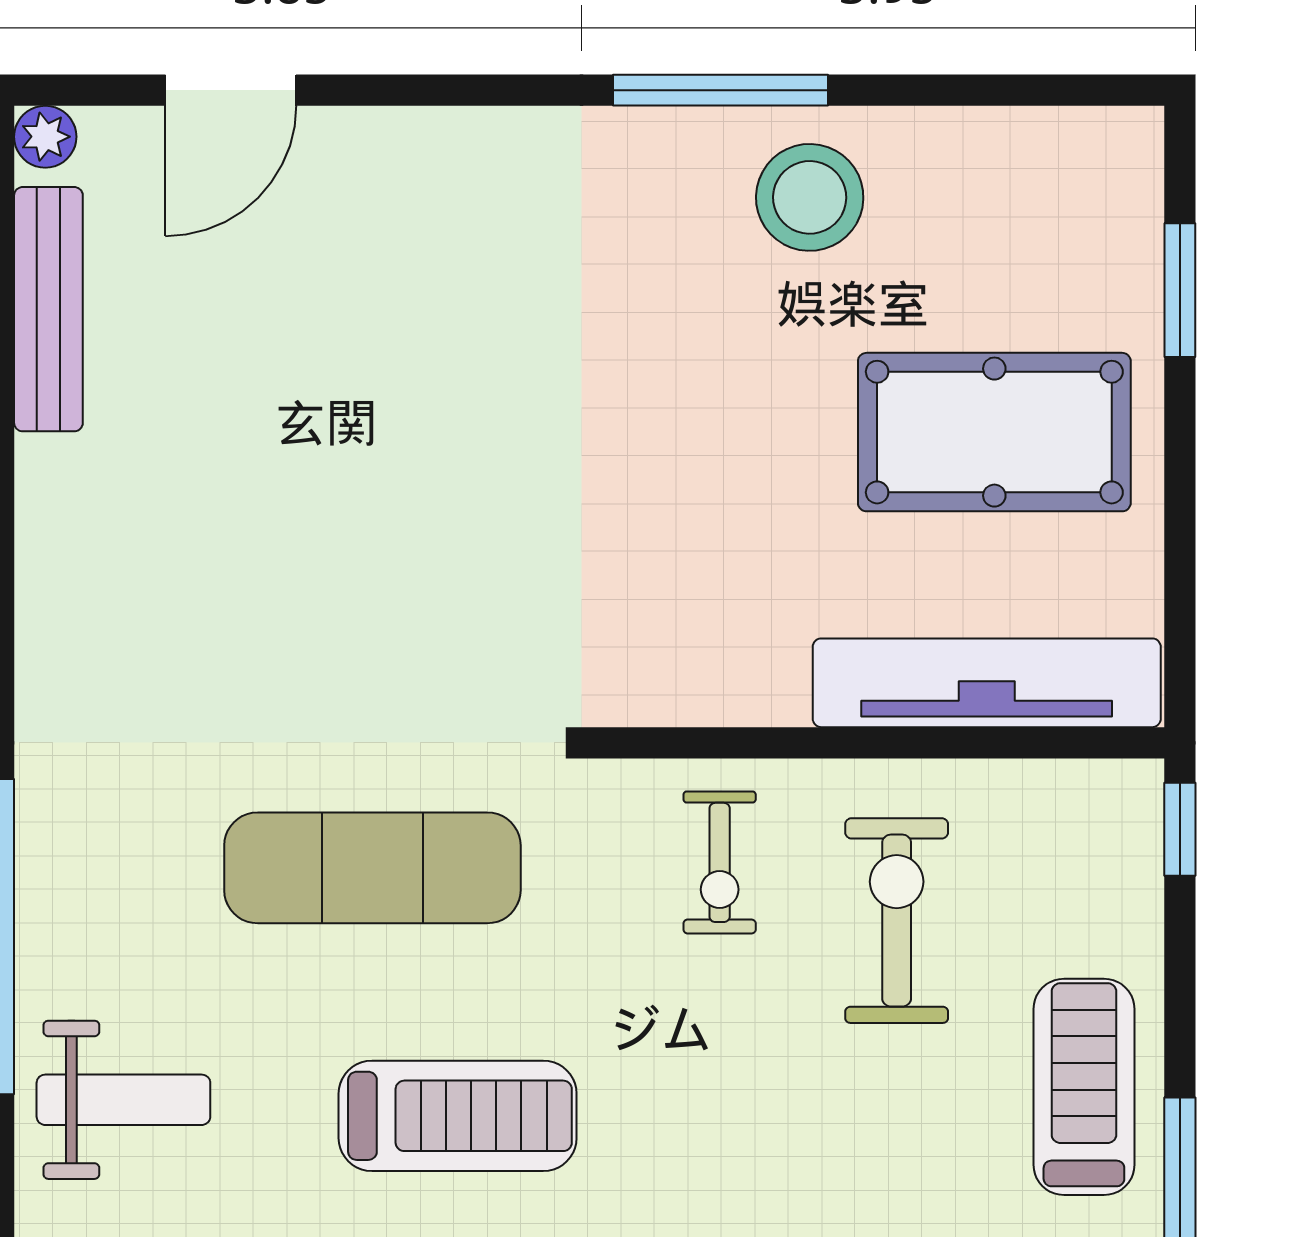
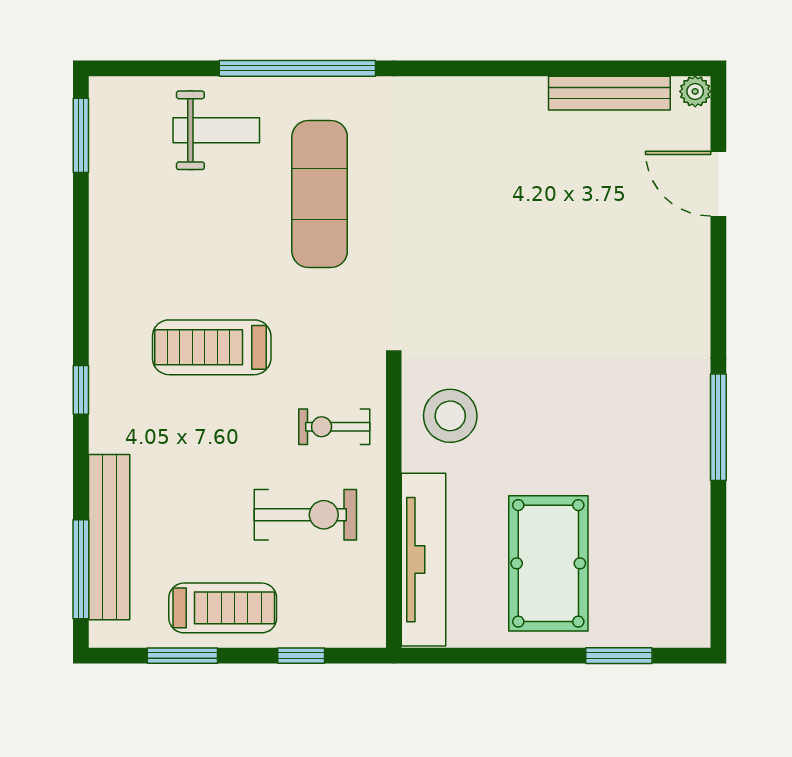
stool: (810, 197) -> (450, 416), moved
window: (1180, 829) -> (301, 656), moved
exercise mat: (372, 868) -> (320, 194), moved
weight bench: (123, 1100) -> (216, 130), turned -90
treadmill: (458, 1116) -> (212, 347), moved, turned 90

